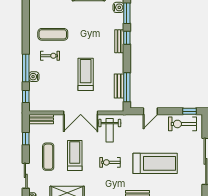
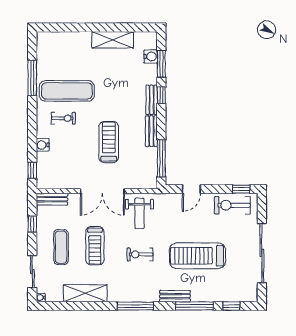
exercise mat: (53, 34) -> (67, 91), width x1.36, depth x1.45
window: (26, 68) -> (32, 78), moved
bench: (119, 86) -> (151, 131), moved
treadmill: (75, 156) -> (95, 246), turned 180
treadmill: (155, 163) -> (197, 256), turned 180

